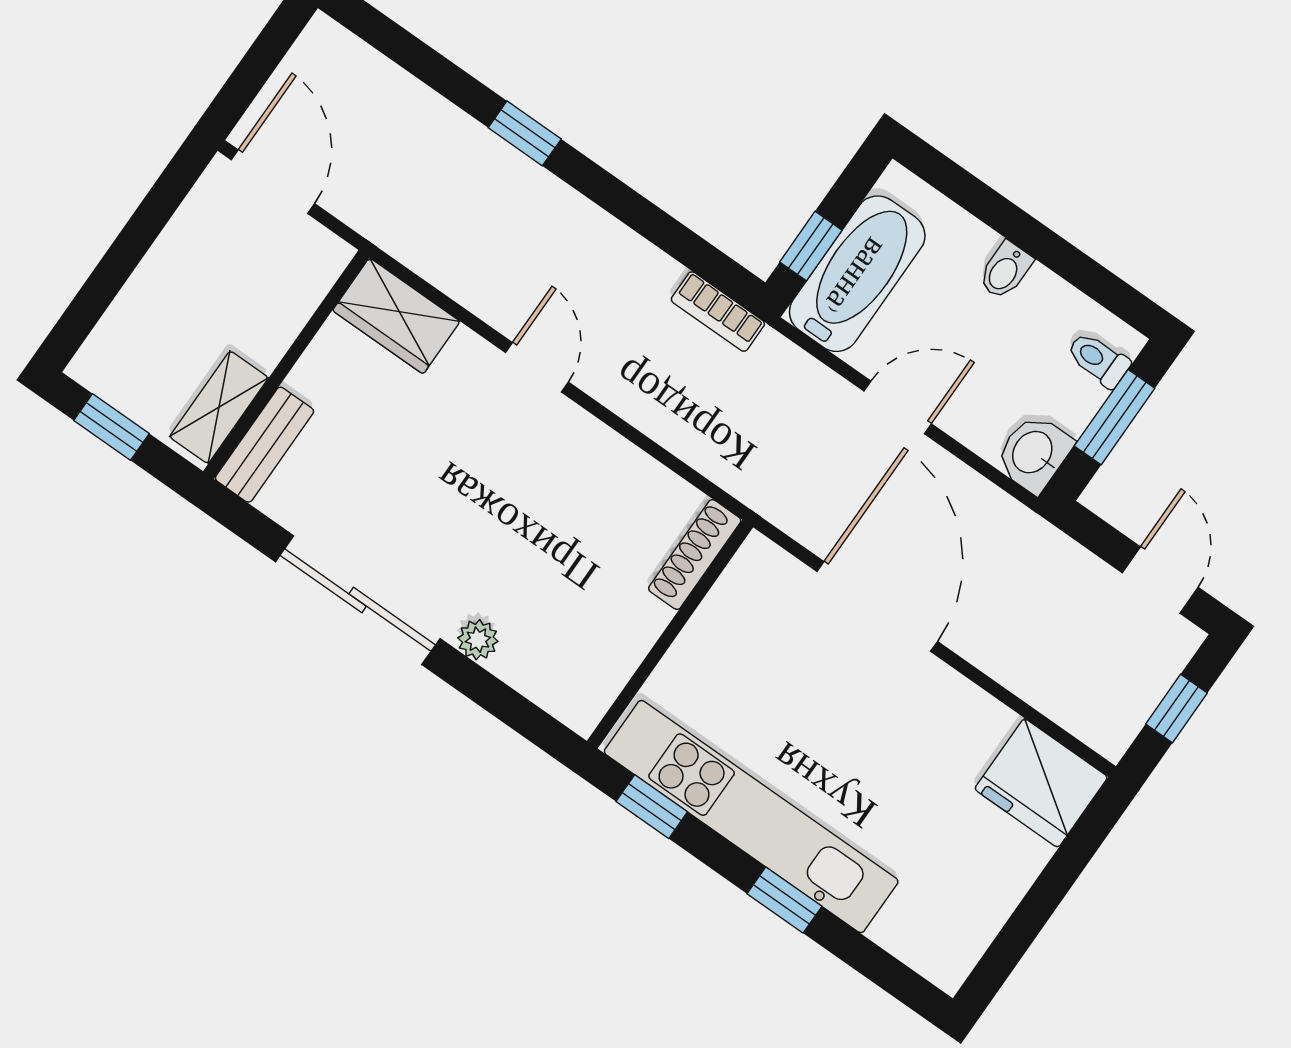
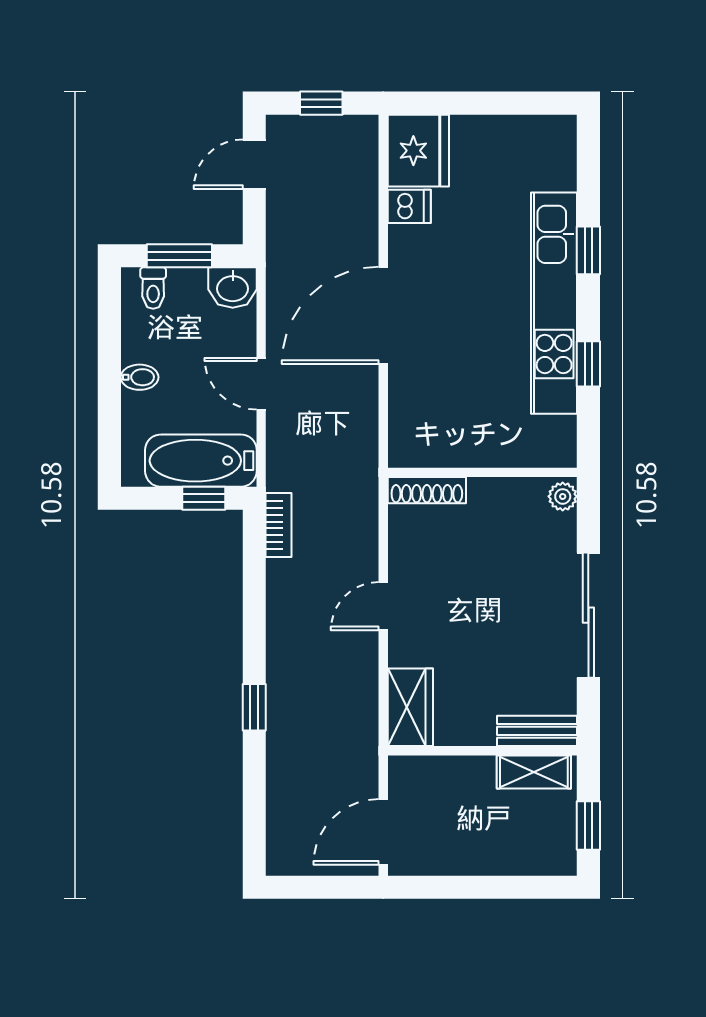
shoe rack: (695, 555) -> (427, 490), moved
wall: (670, 634) -> (482, 472), moved
plant: (478, 640) -> (563, 496), moved
dishwasher: (983, 727) -> (409, 206), added

